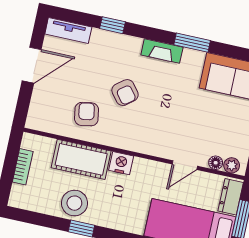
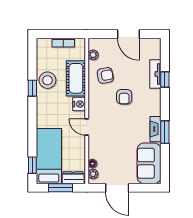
tv unit: (68, 30) -> (155, 74), moved
fireplace: (162, 51) -> (155, 129), moved
armchair: (125, 93) -> (124, 97), turned -52
plant: (51, 126) -> (93, 55), added
door: (185, 165) -> (87, 127), moved

